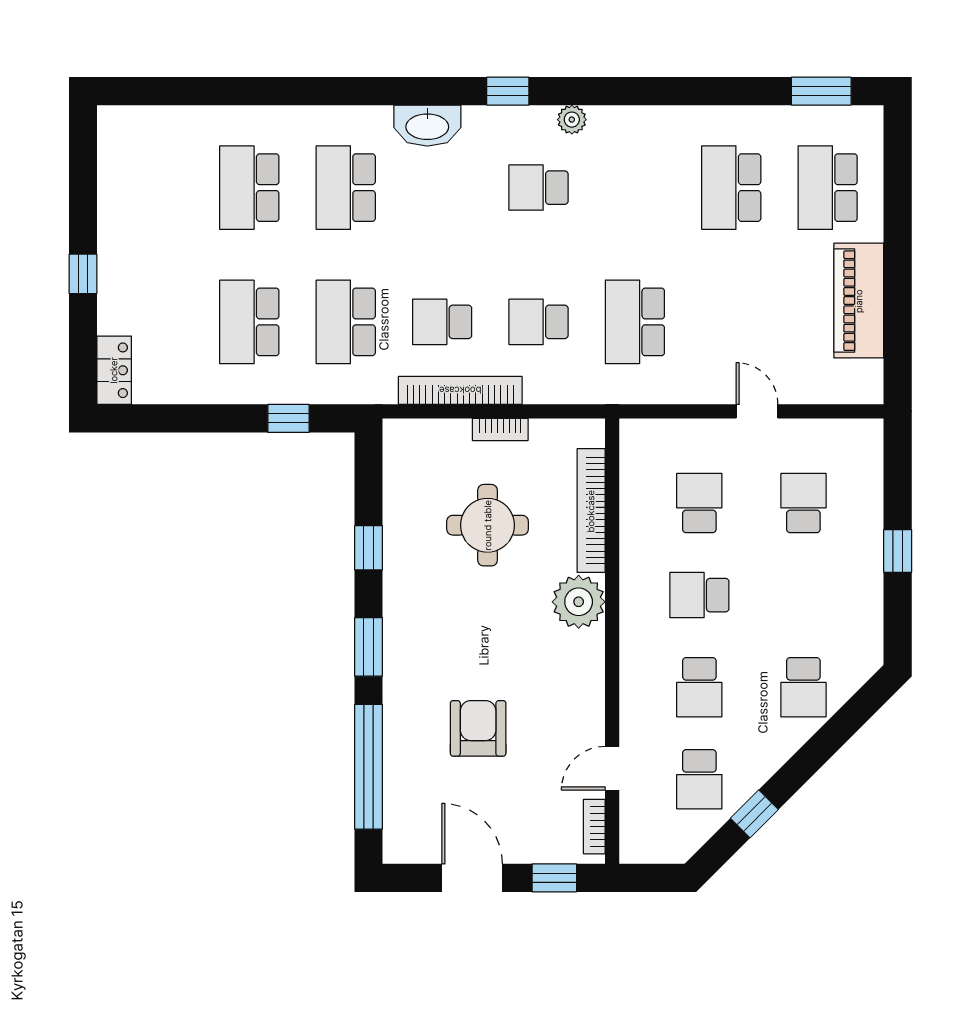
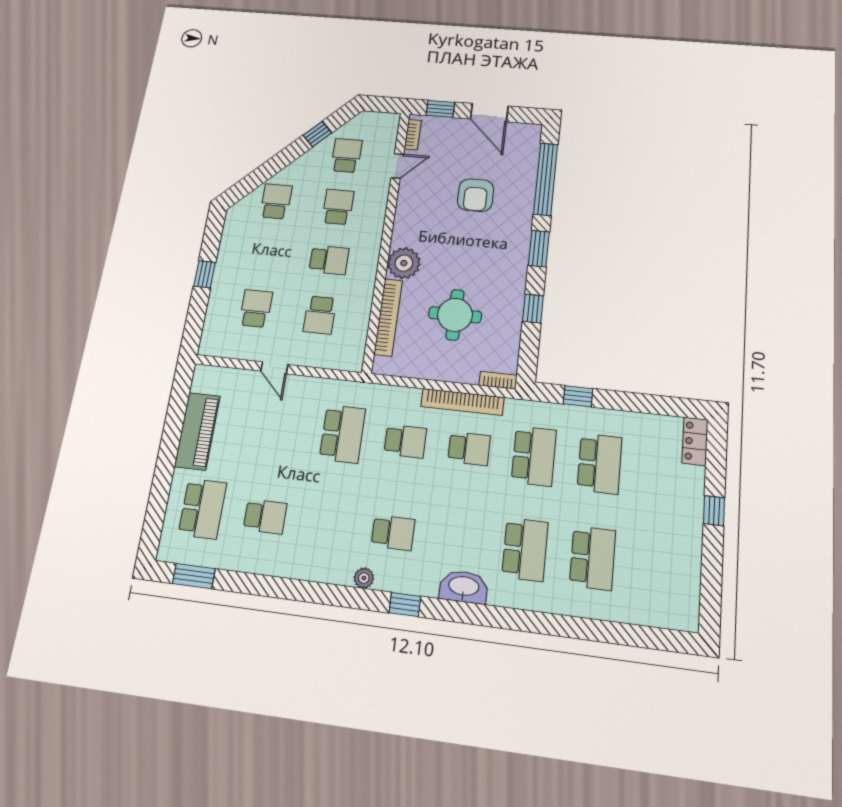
school desk: (731, 188) -> (265, 517), width x0.54
bookcase: (500, 429) -> (498, 380), moved
school desk: (803, 503) -> (256, 308), turned 180

